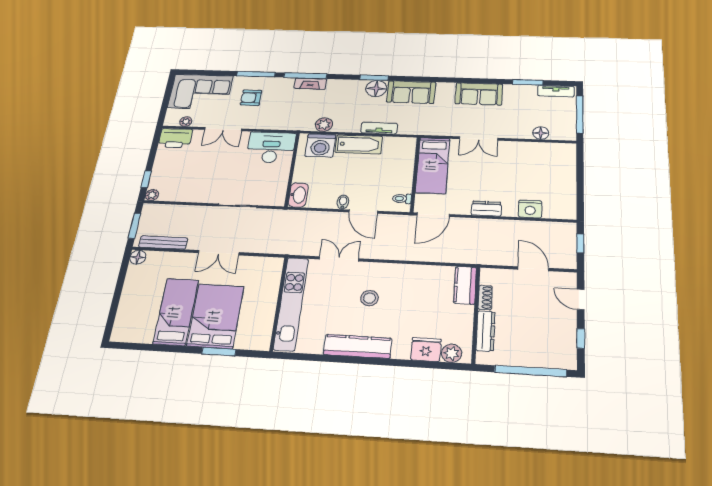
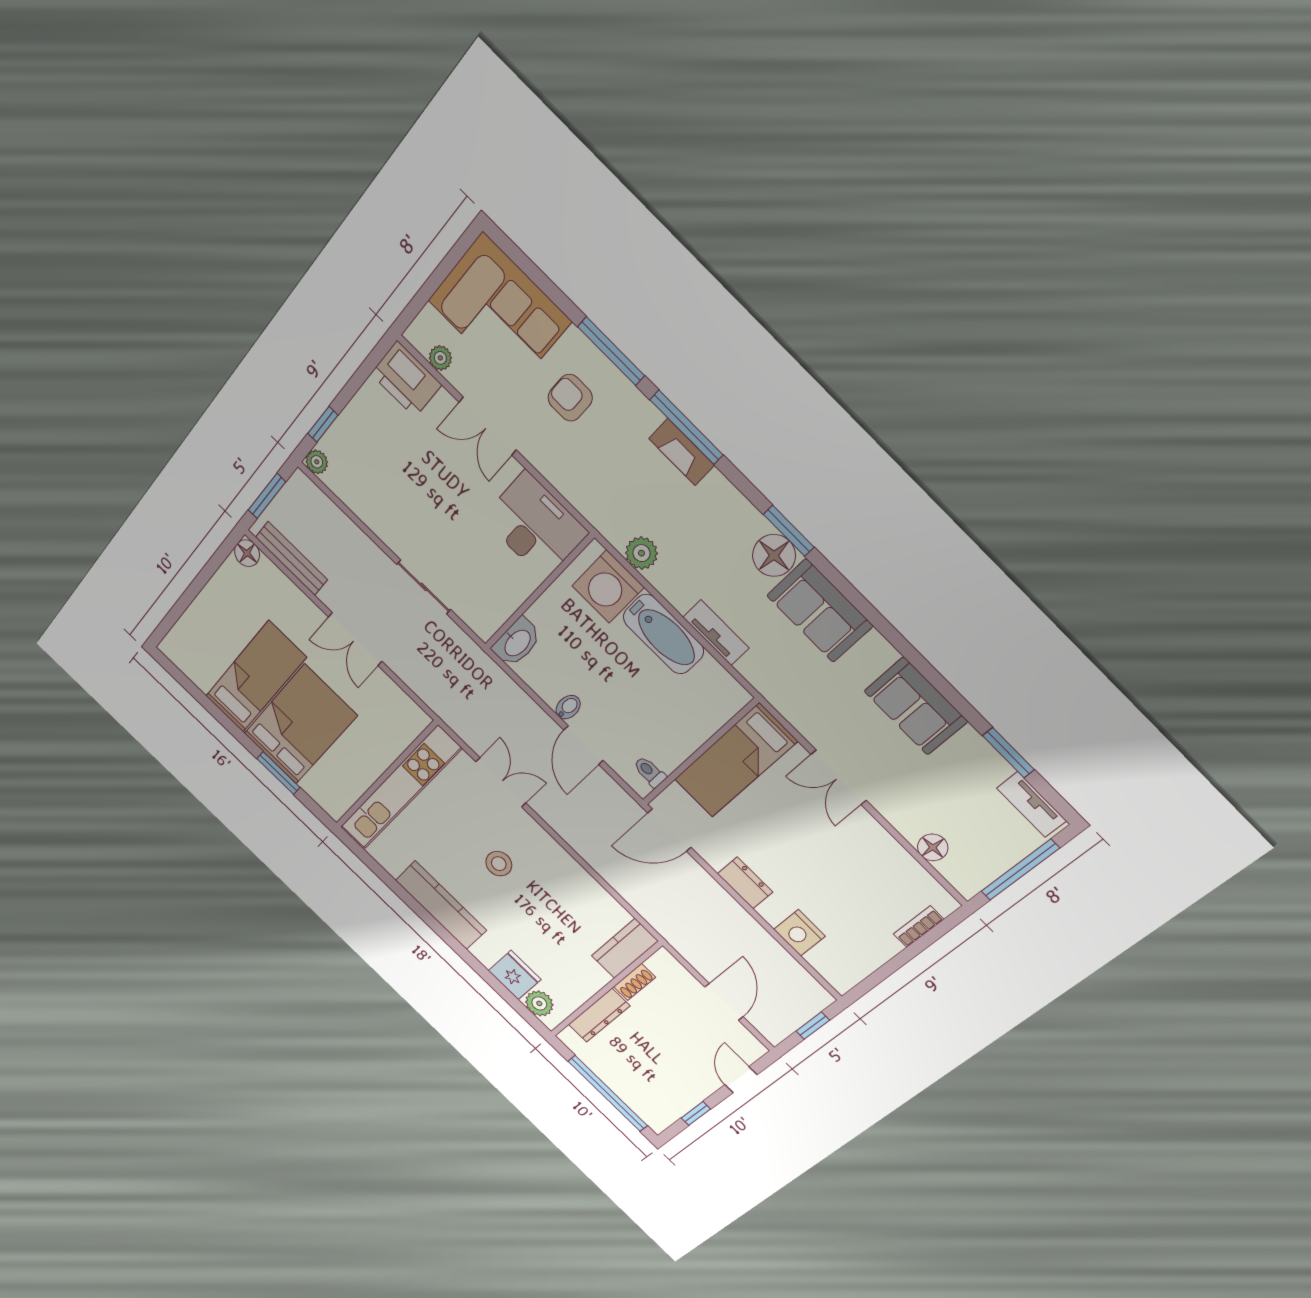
bookcase: (571, 165) -> (919, 927), added

